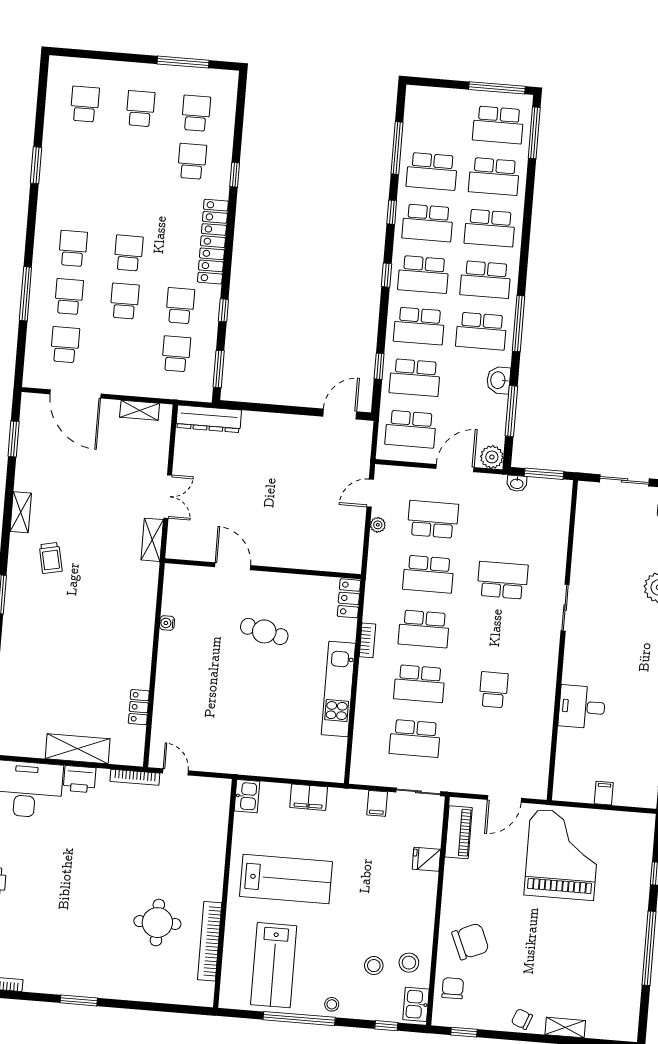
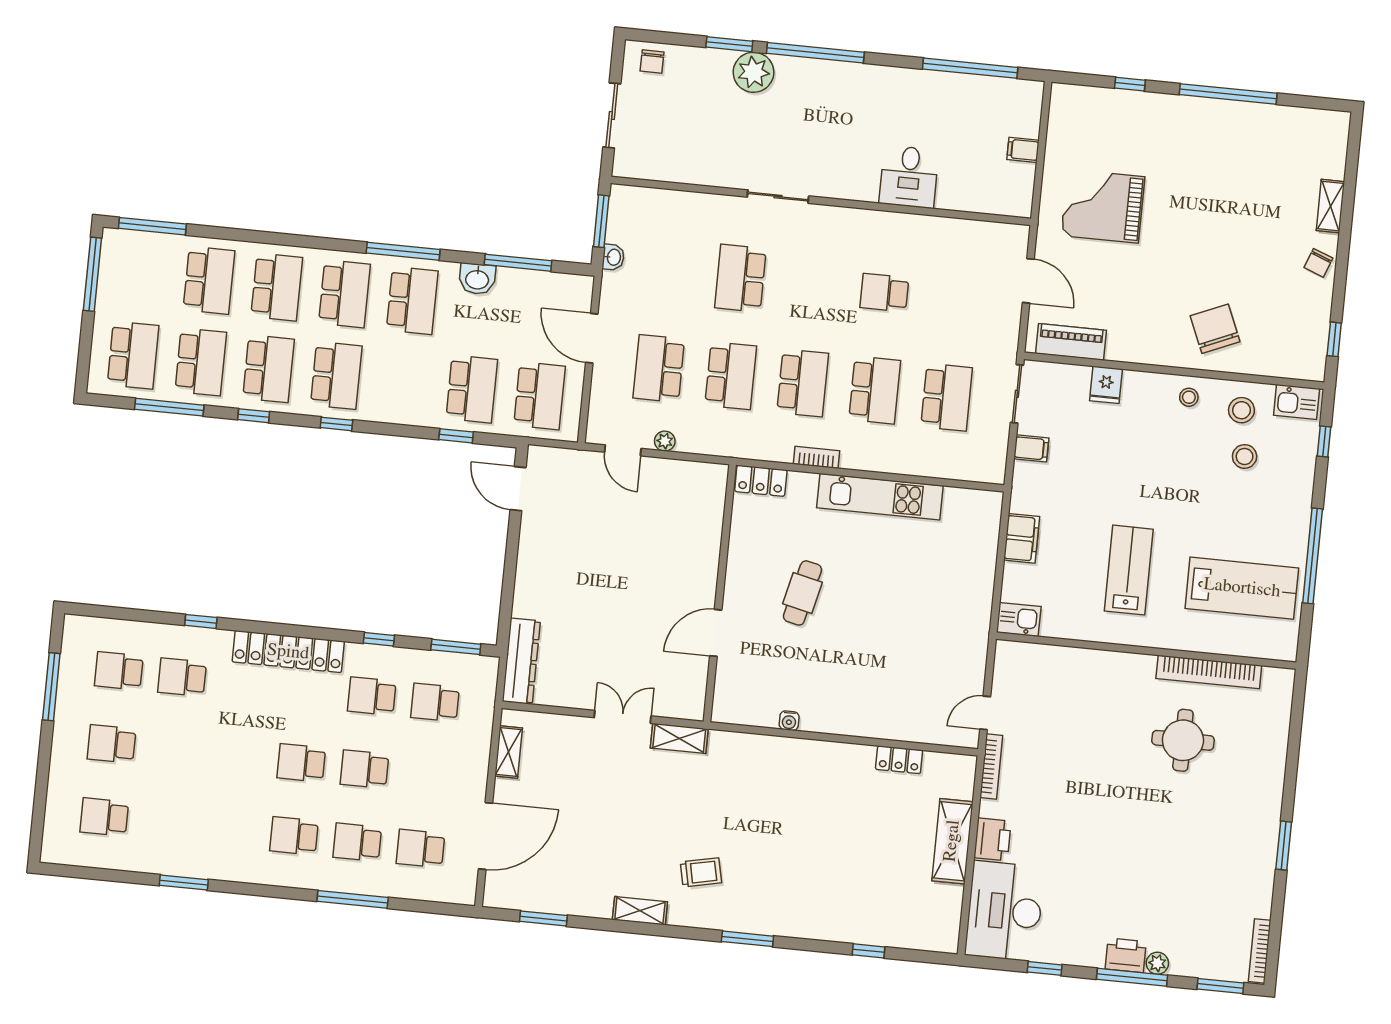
school desk: (498, 125) -> (133, 355), moved
school desk: (419, 326) -> (404, 382), removed
plant: (492, 457) -> (578, 289), removed
grand piano: (562, 855) -> (1103, 206), width x0.73, depth x0.68
lab bench: (286, 879) -> (1129, 570), width x0.73, depth x0.72
chair: (453, 988) -> (1276, 353), removed
stool: (332, 1004) -> (1189, 397), moved

